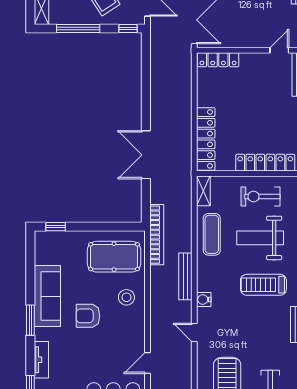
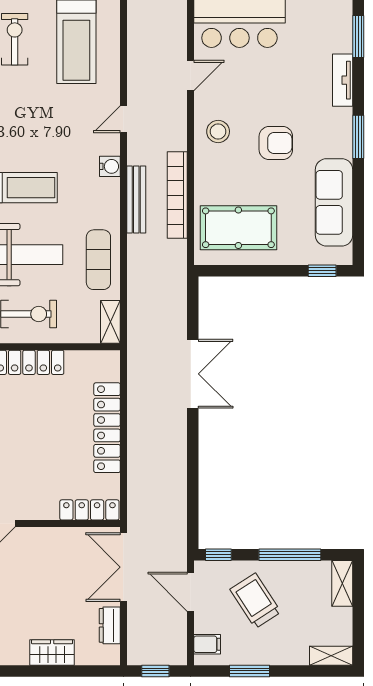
locker: (206, 139) -> (107, 428), moved
bookcase: (157, 235) -> (177, 195), moved
sofa: (47, 296) -> (334, 202), moved
stool: (126, 297) -> (218, 131), moved
door: (194, 332) -> (123, 119), swing flipped

